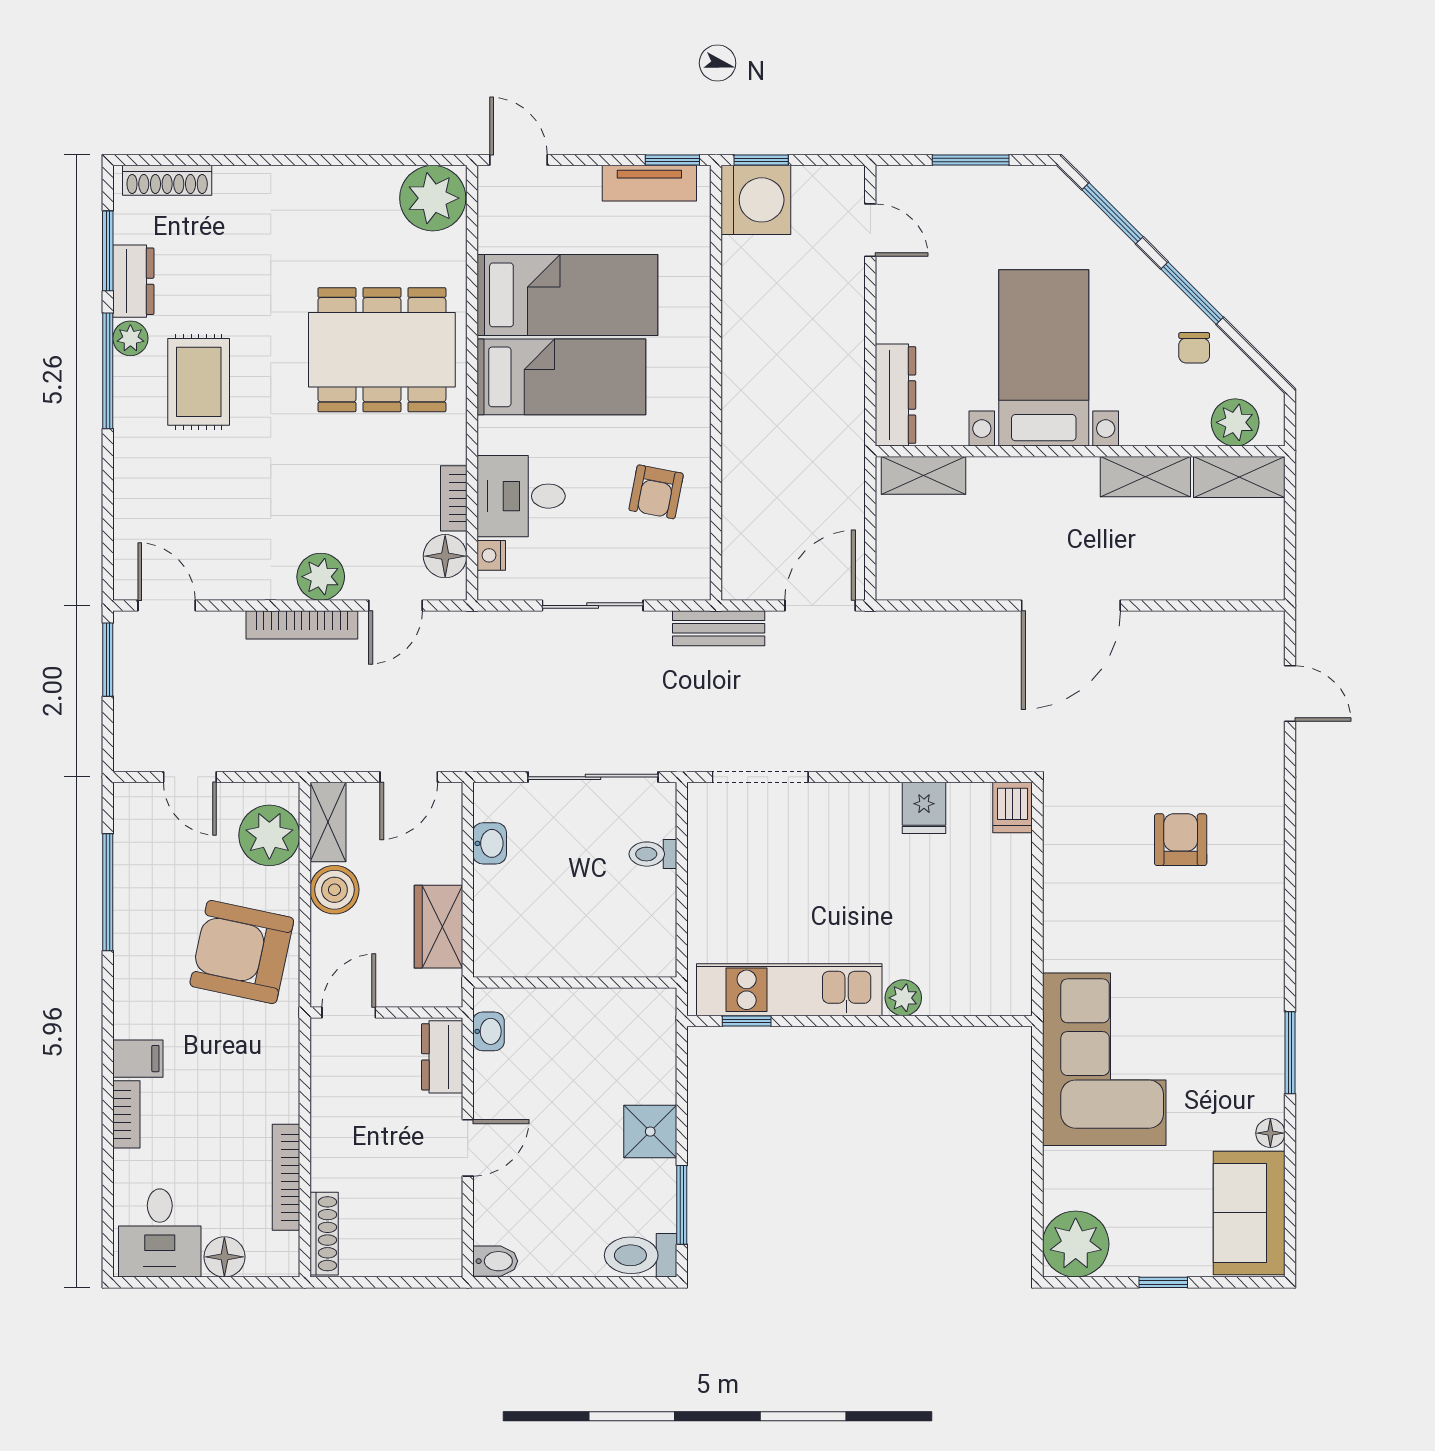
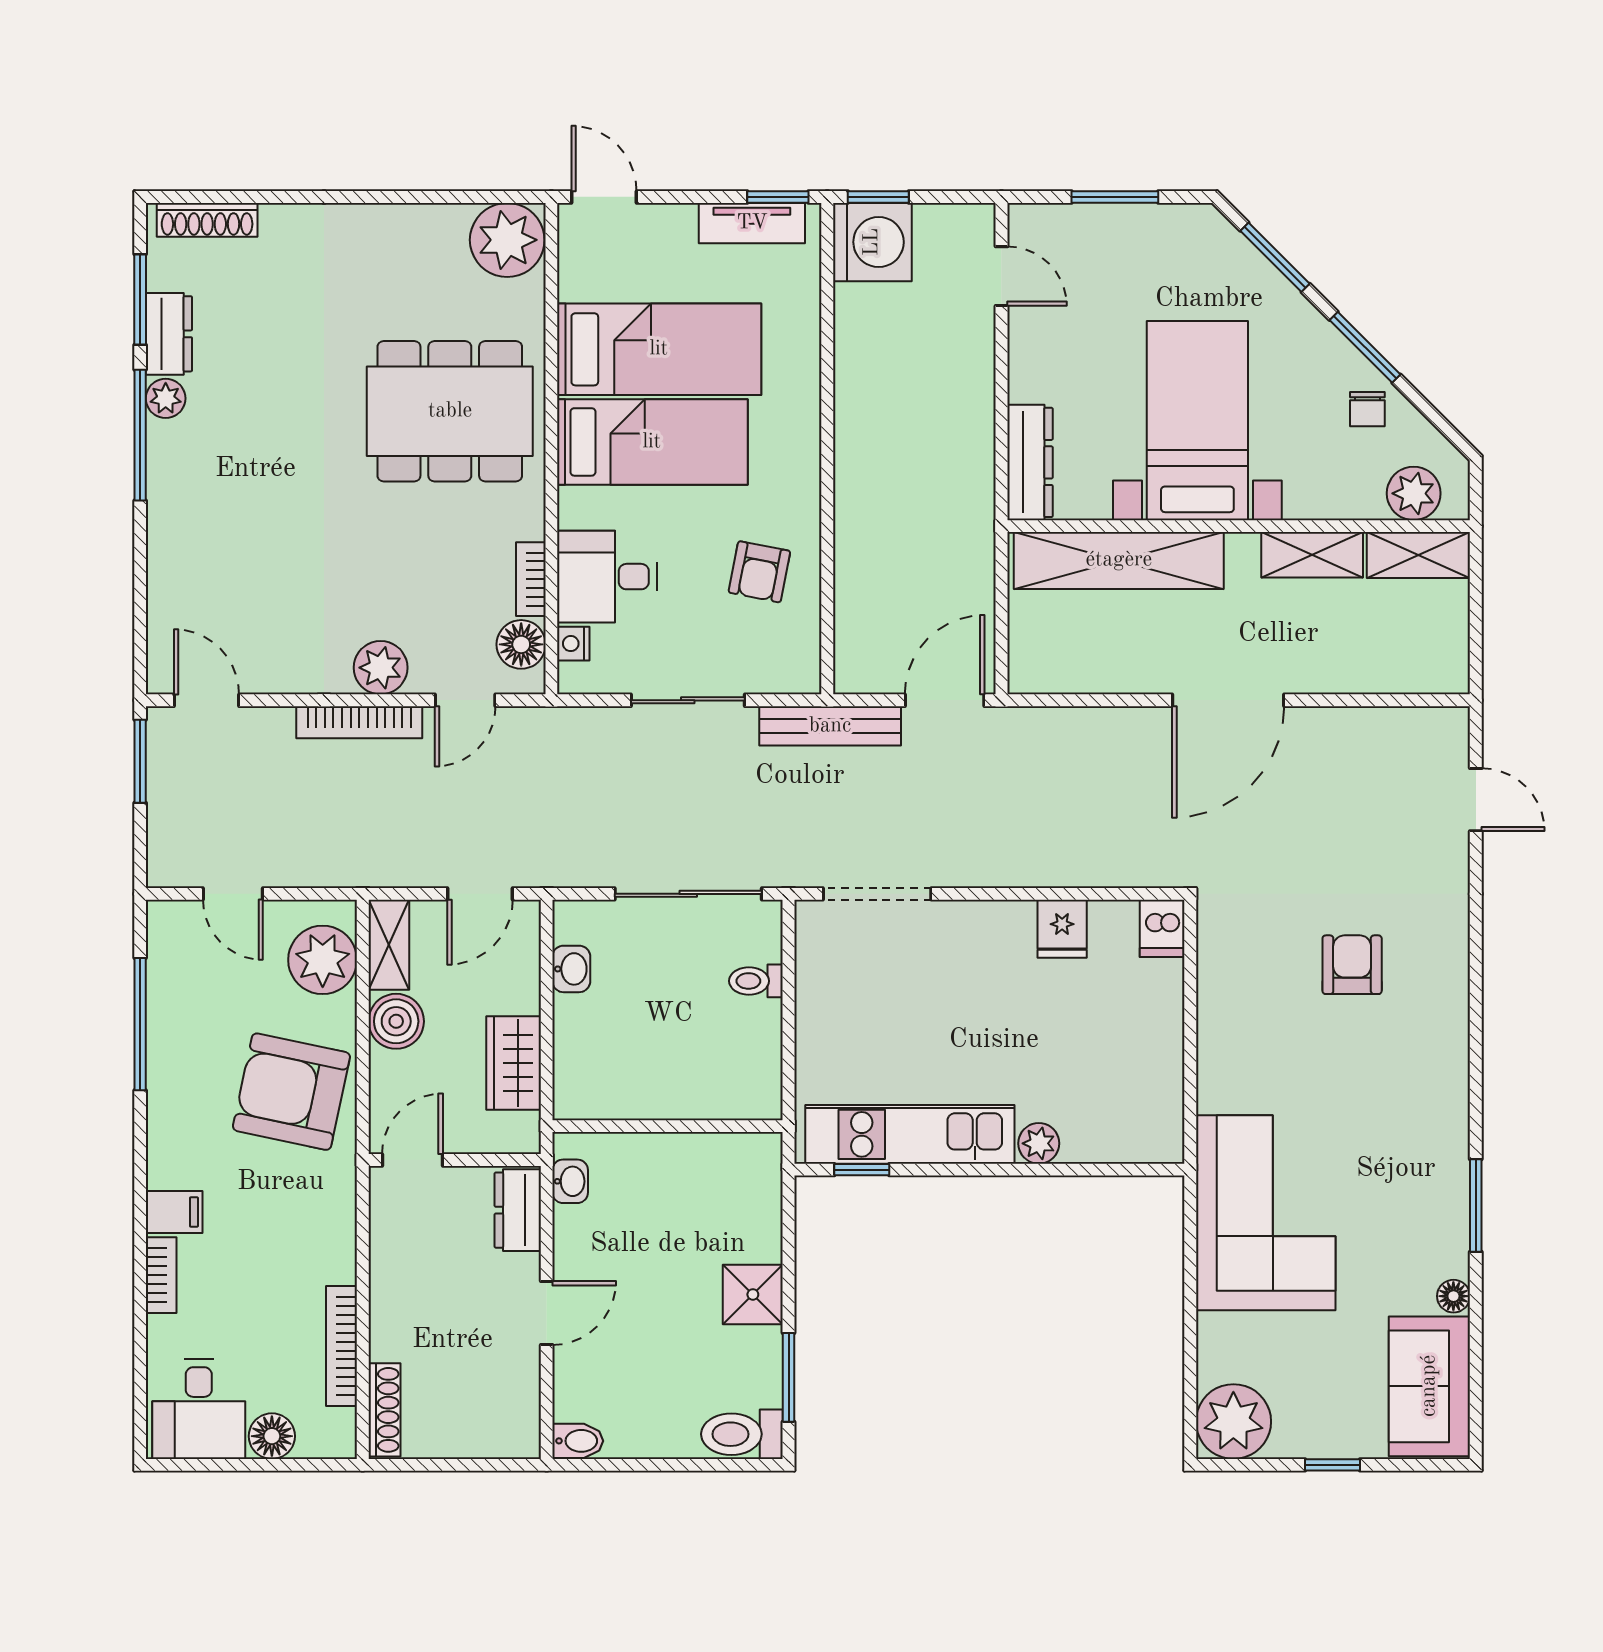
rug: (199, 382) -> (243, 448), removed
shelving: (923, 475) -> (1119, 560), width x2.20, depth x1.33
bench: (719, 628) -> (830, 726), width x1.36

